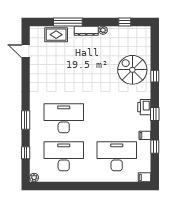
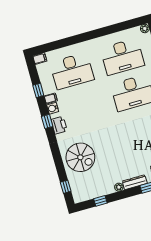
window: (155, 76) -> (66, 187), moved
water cooler: (146, 125) -> (53, 108), added

